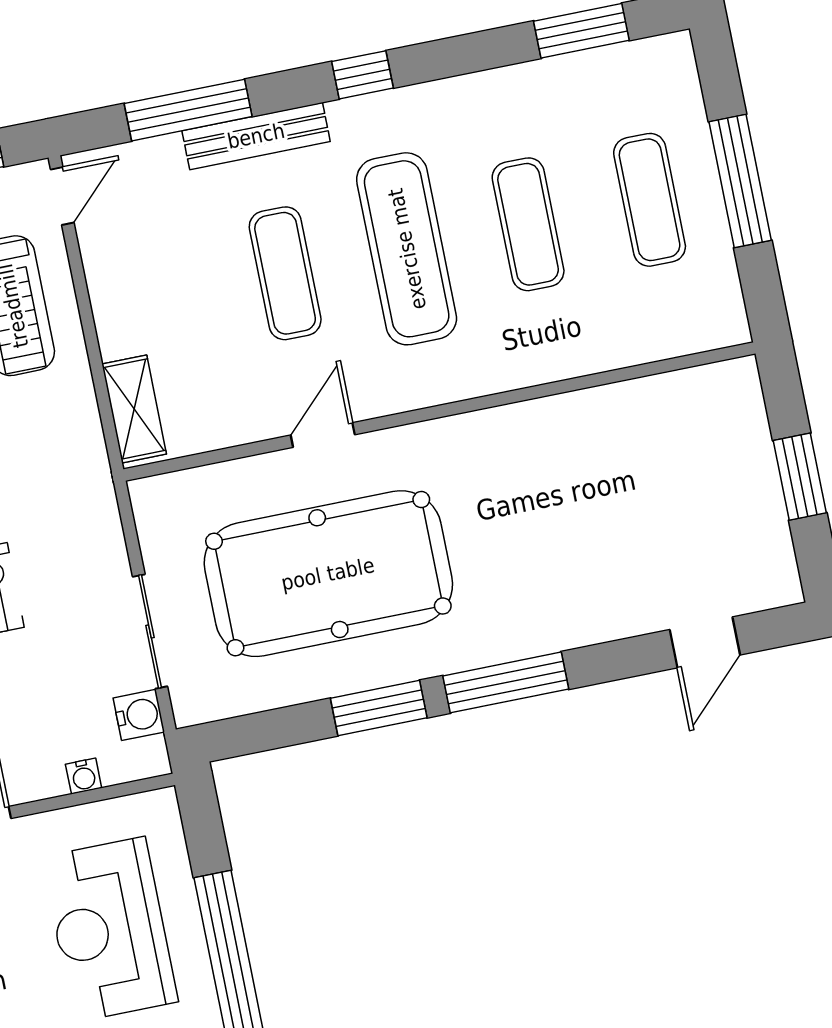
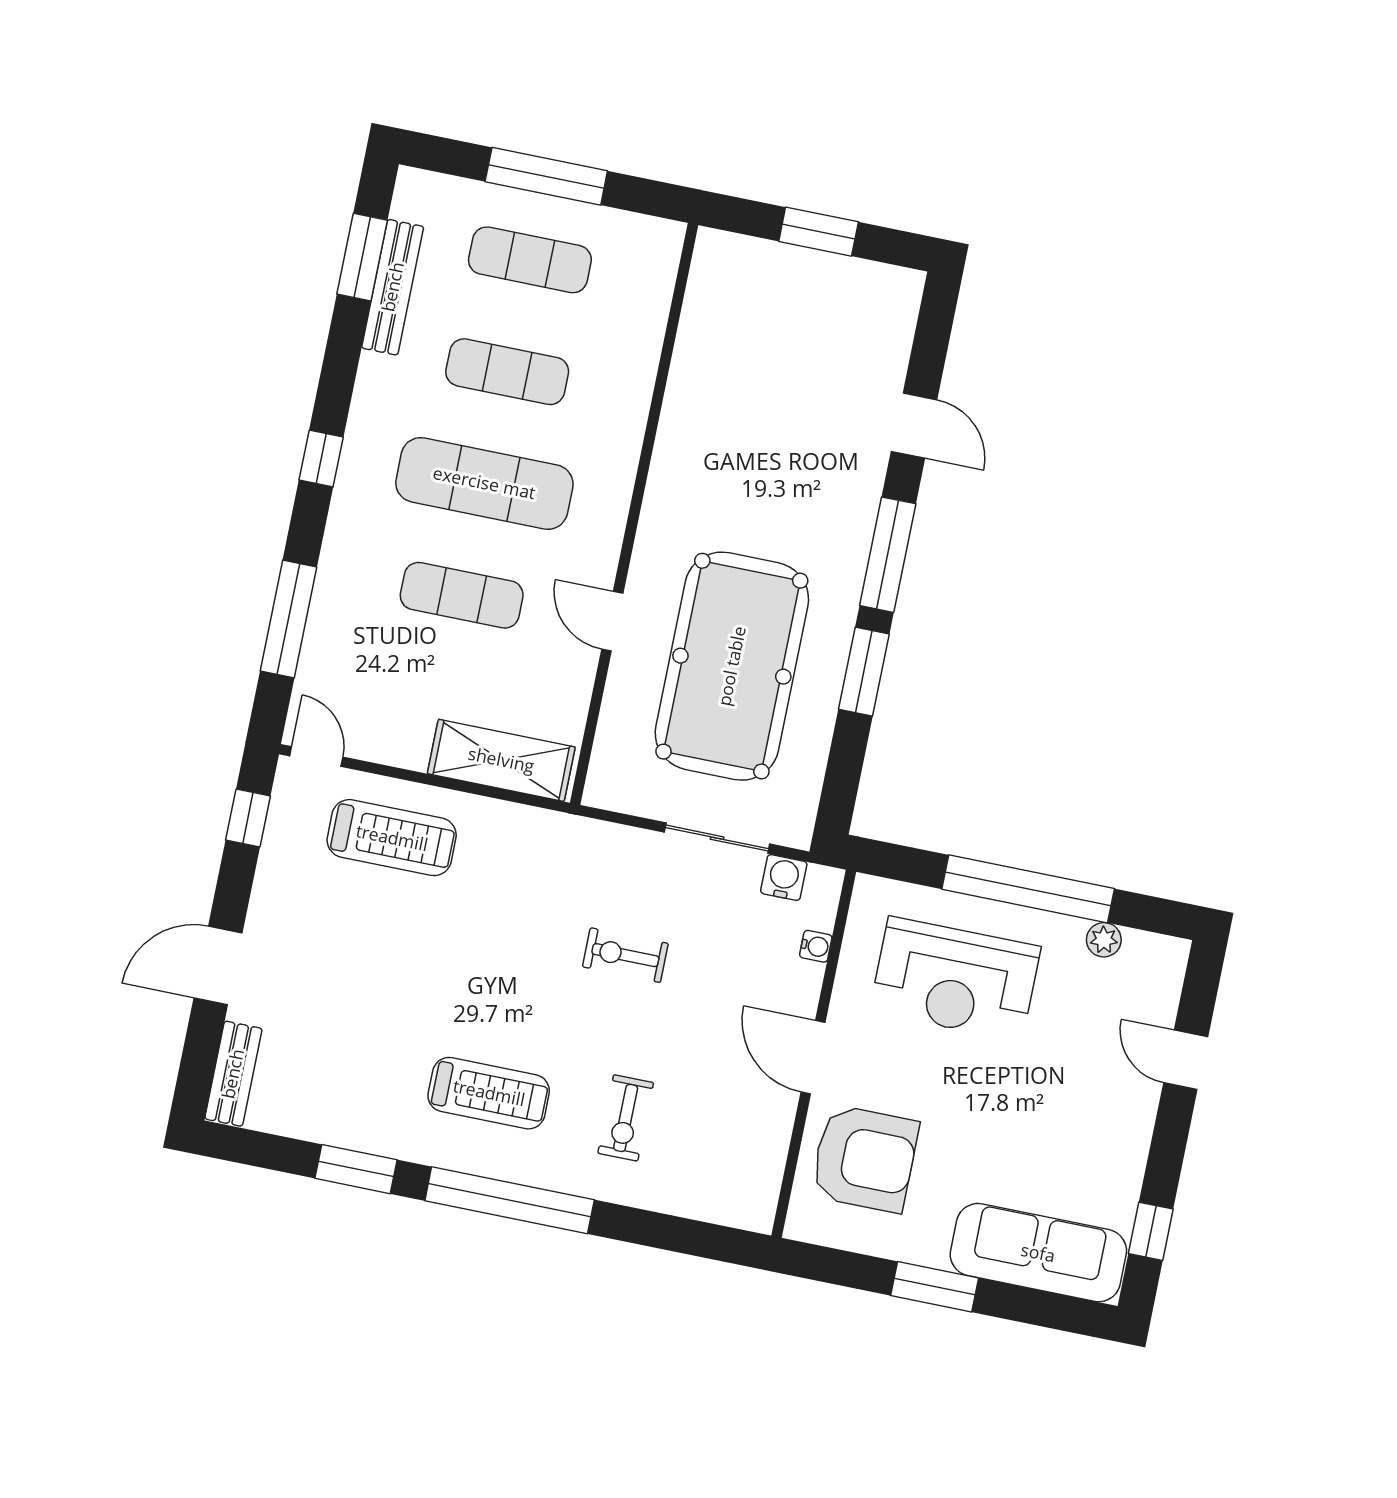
bench: (256, 136) -> (393, 287), moved
shelving: (134, 409) -> (501, 760), width x1.50, depth x1.33
door: (705, 642) -> (914, 426), moved

